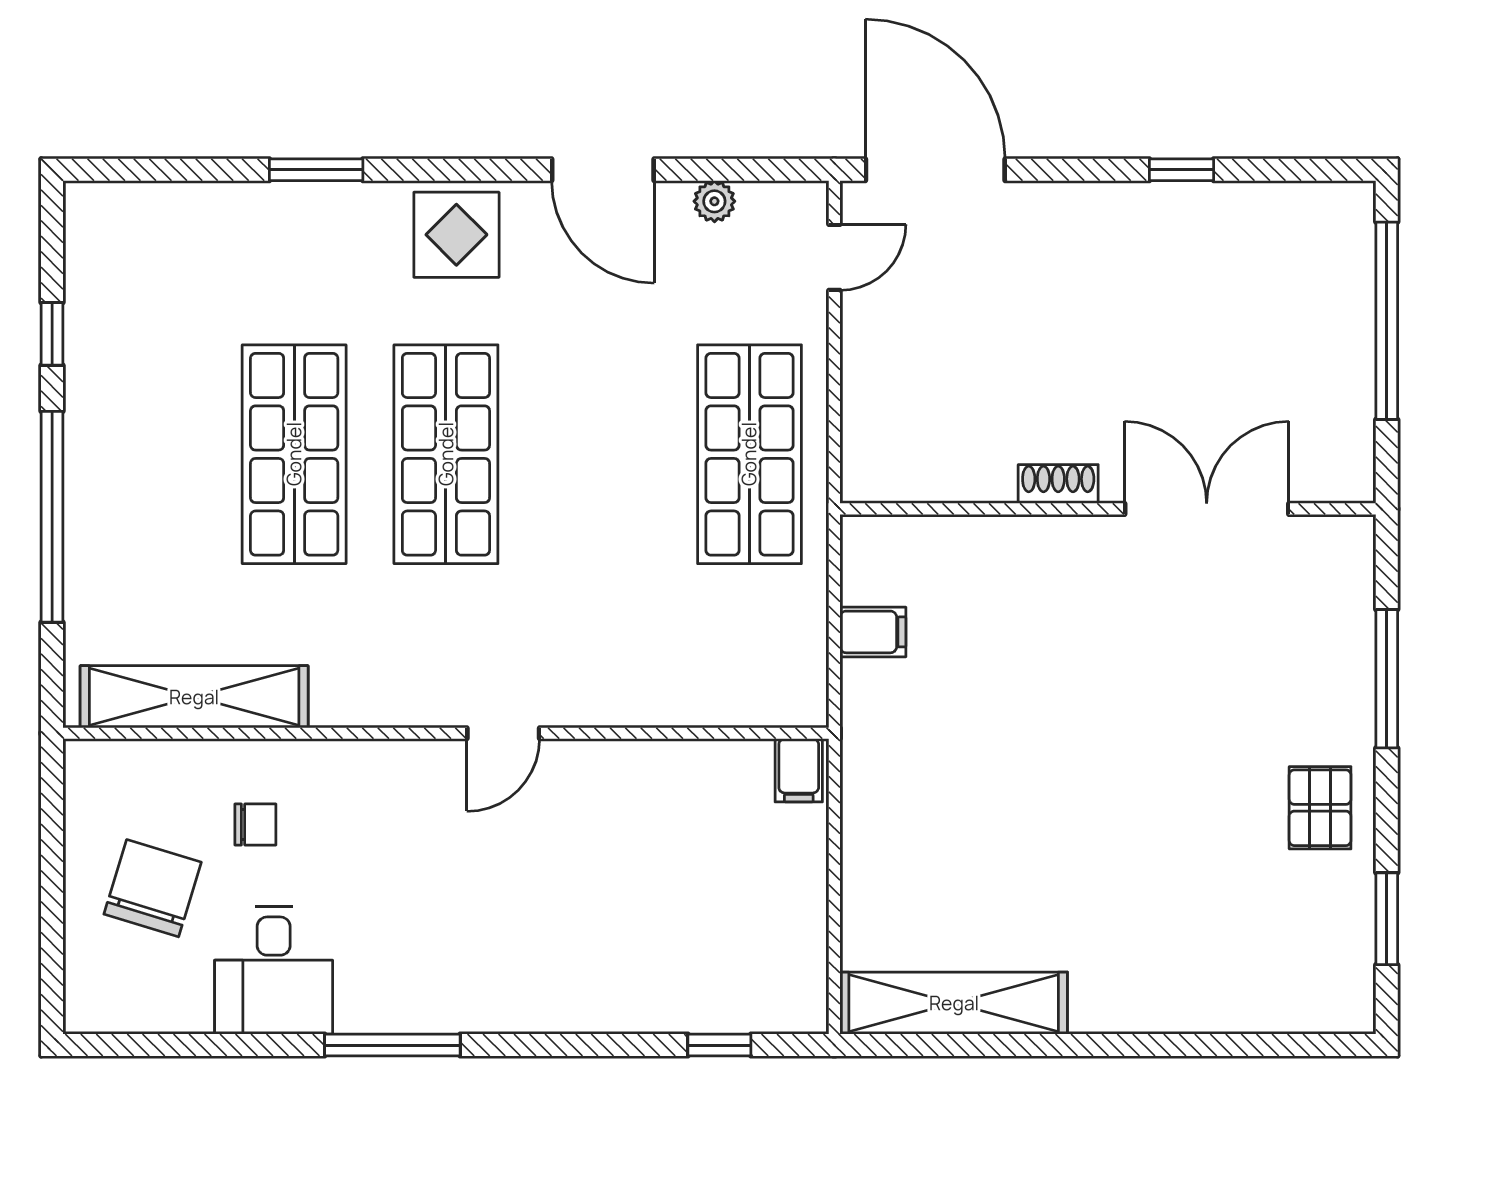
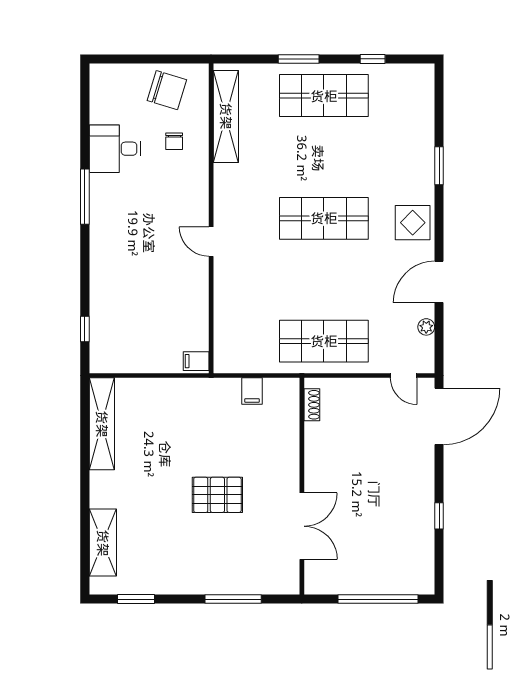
shop shelf: (294, 454) -> (324, 96), moved
shoe rack: (1058, 484) -> (312, 405), moved
window: (52, 517) -> (299, 59), width x0.47
pallet: (1320, 808) -> (217, 495), moved, width x1.50, depth x1.42
chair: (153, 888) -> (167, 90), moved
shelving: (1247, 1001) -> (103, 543), added

